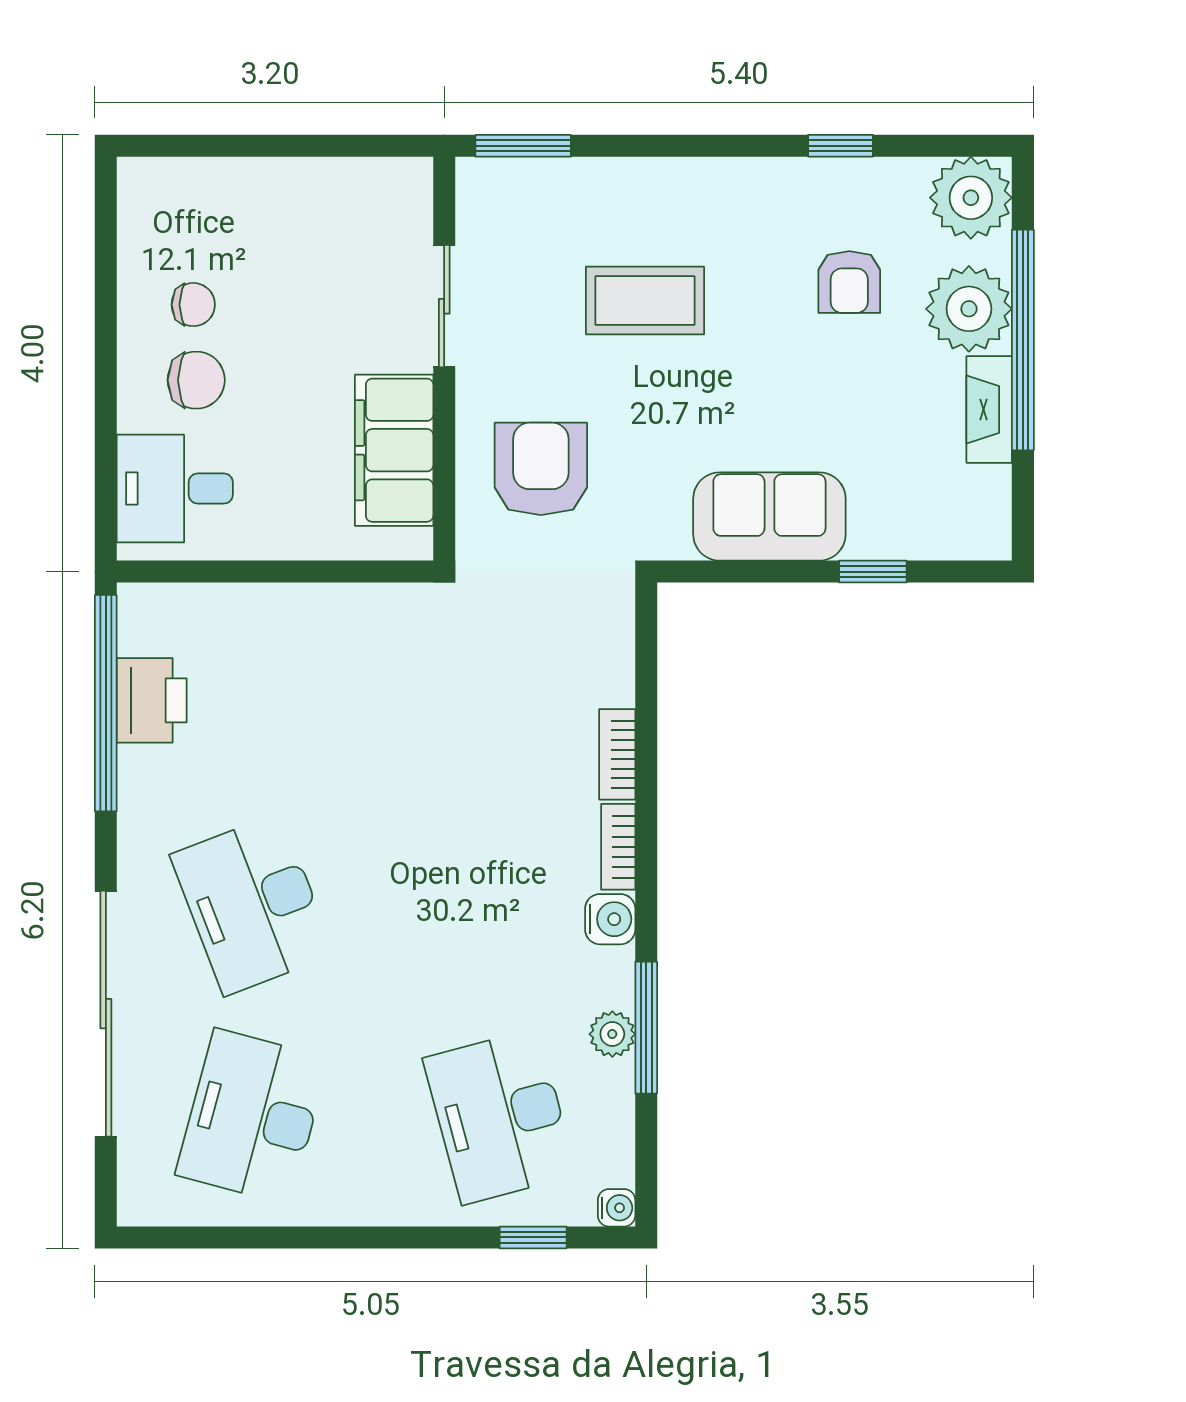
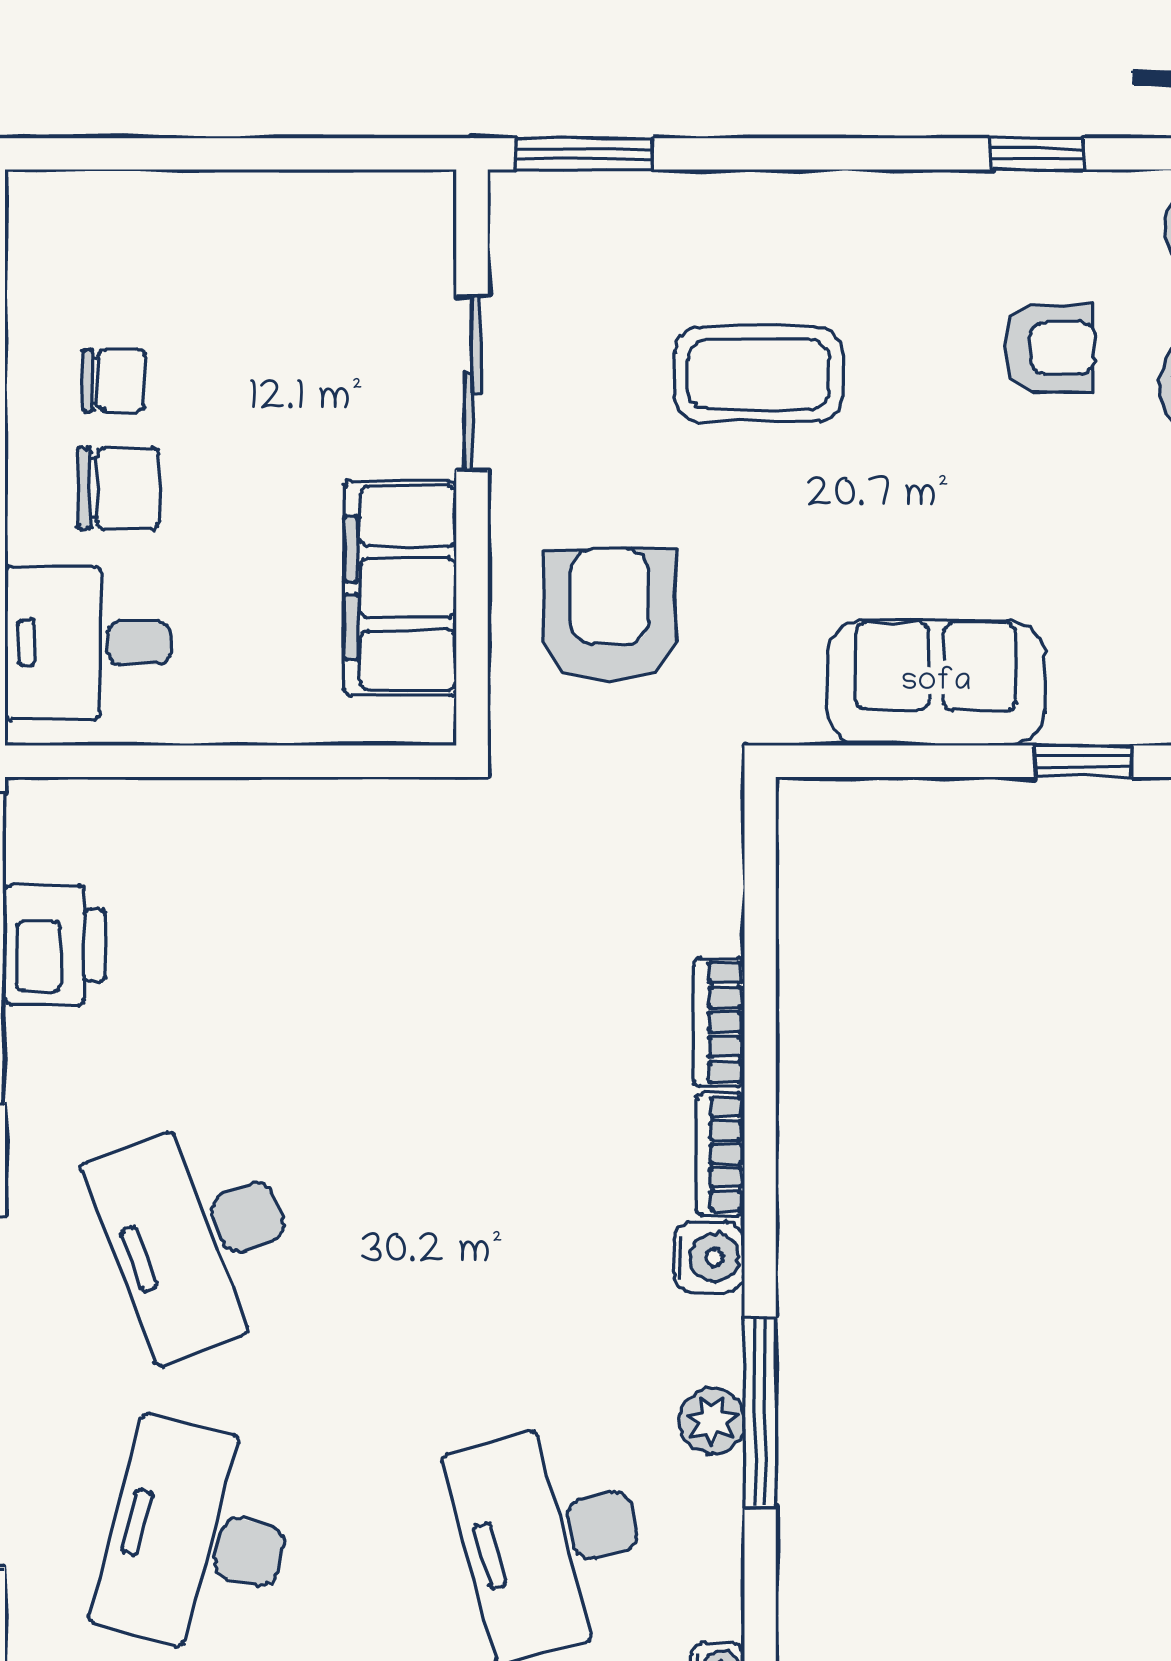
armchair: (849, 282) -> (1050, 348), turned -90

